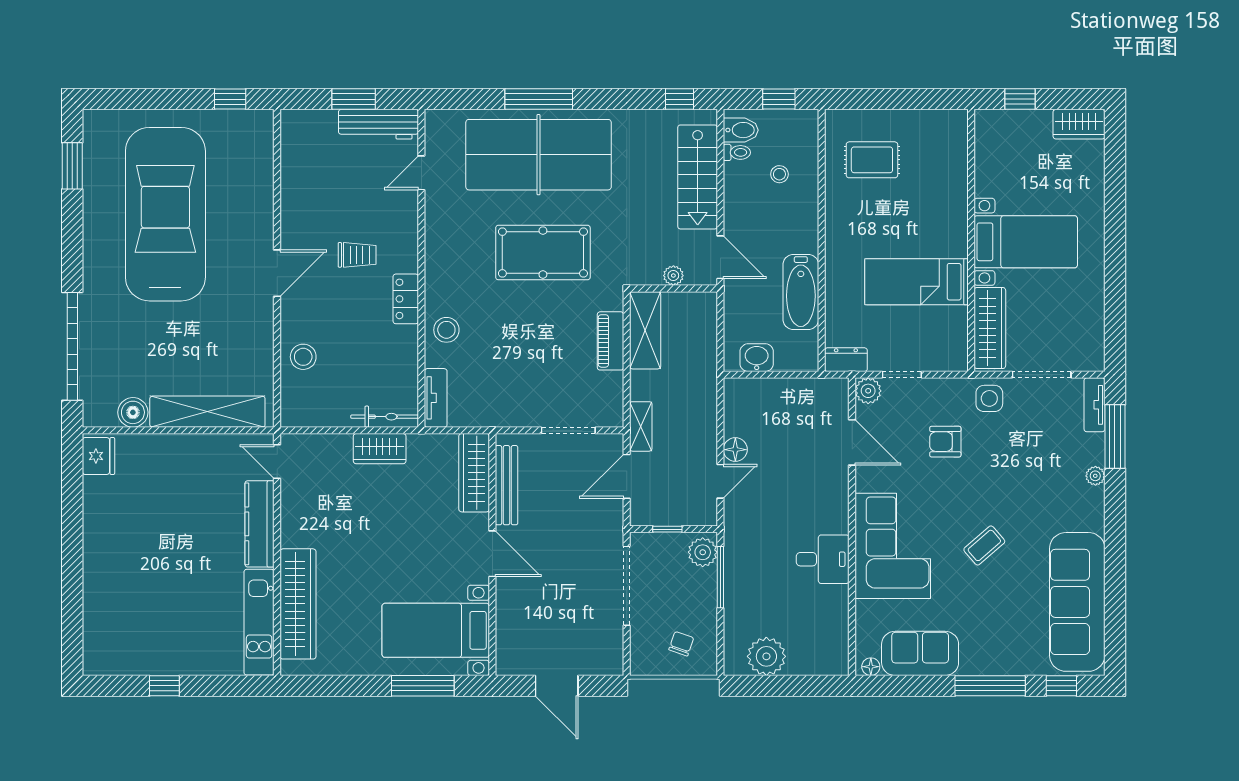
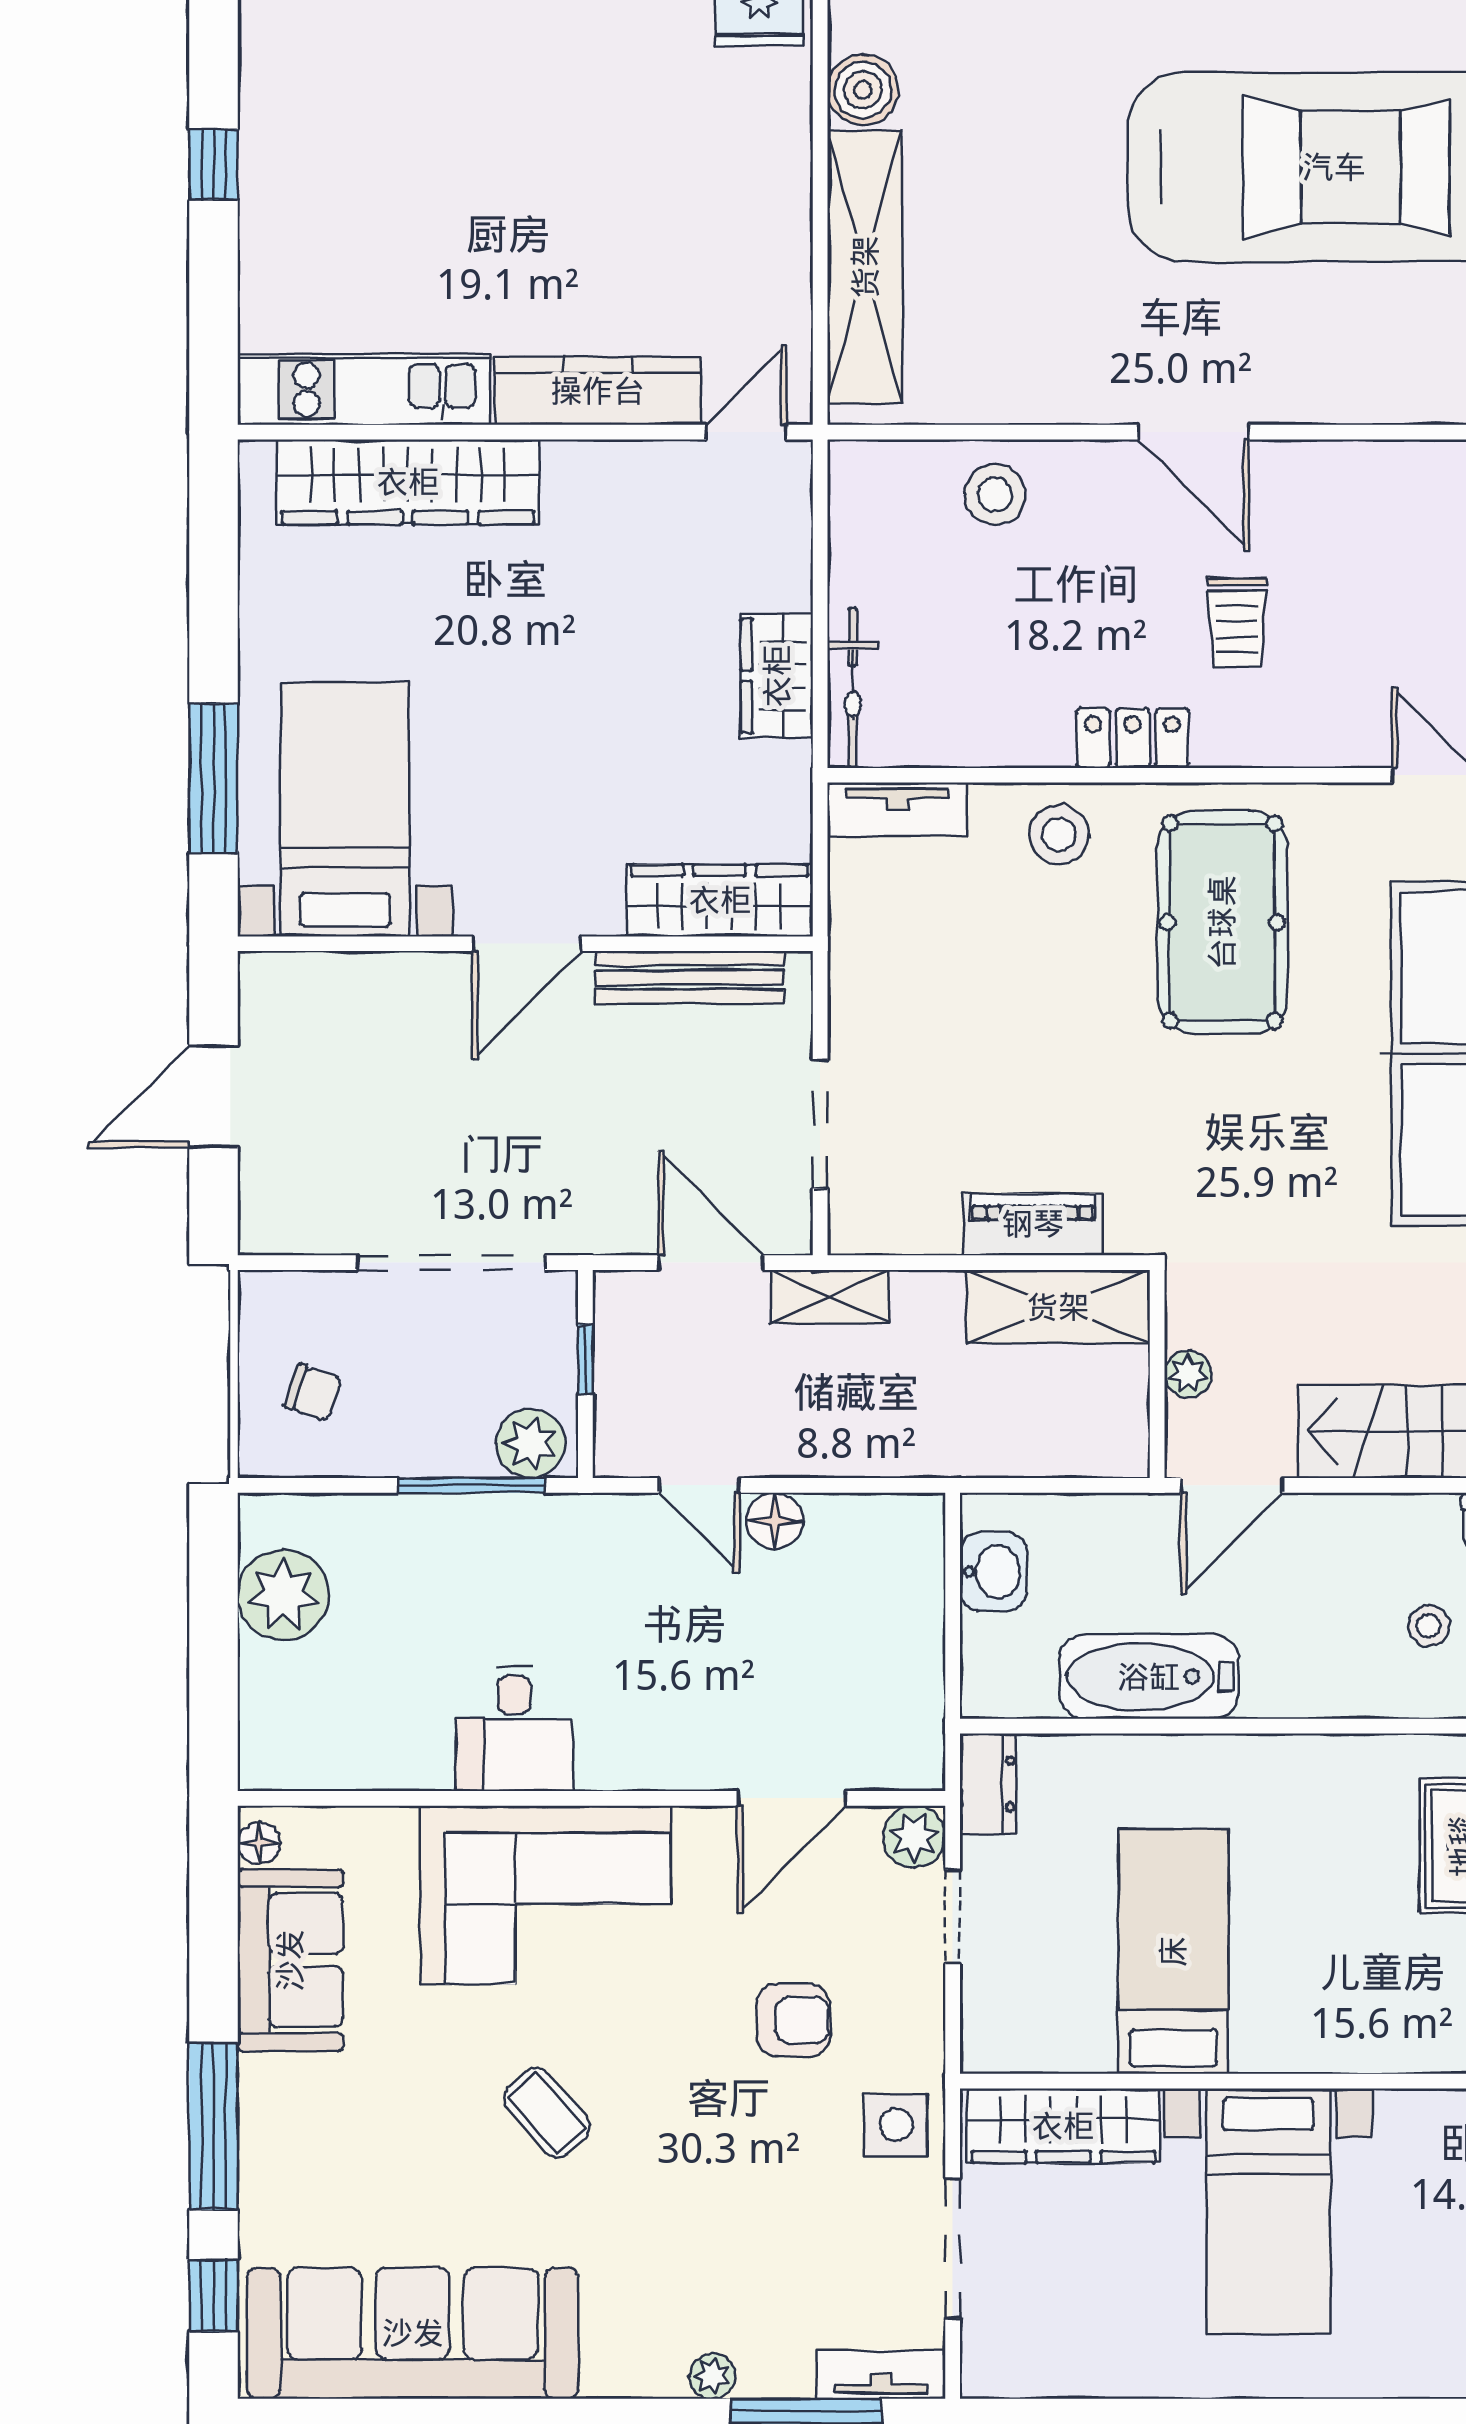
pool table: (543, 253) -> (1222, 922), moved
armchair: (945, 442) -> (793, 2020), turned 90

